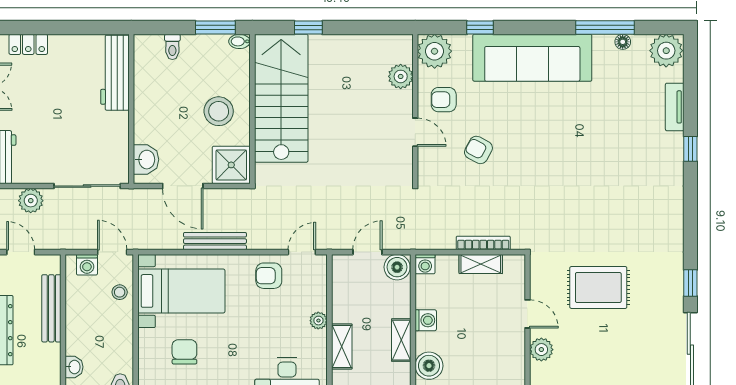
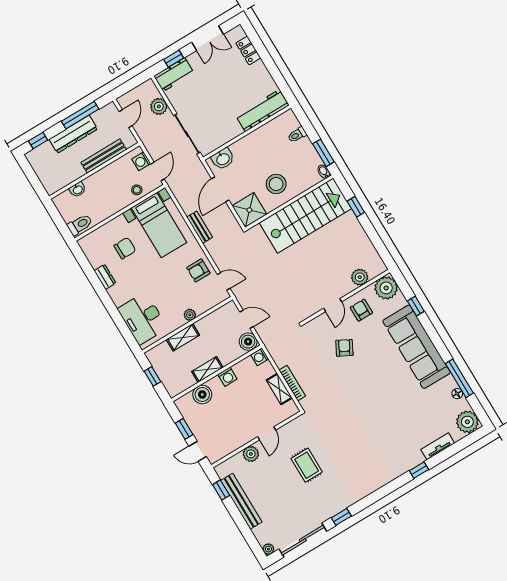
bench: (215, 241) -> (200, 227), width x0.73
armchair: (269, 276) -> (198, 270), turned -90
rug: (598, 287) -> (307, 465), width x0.73, depth x0.70

